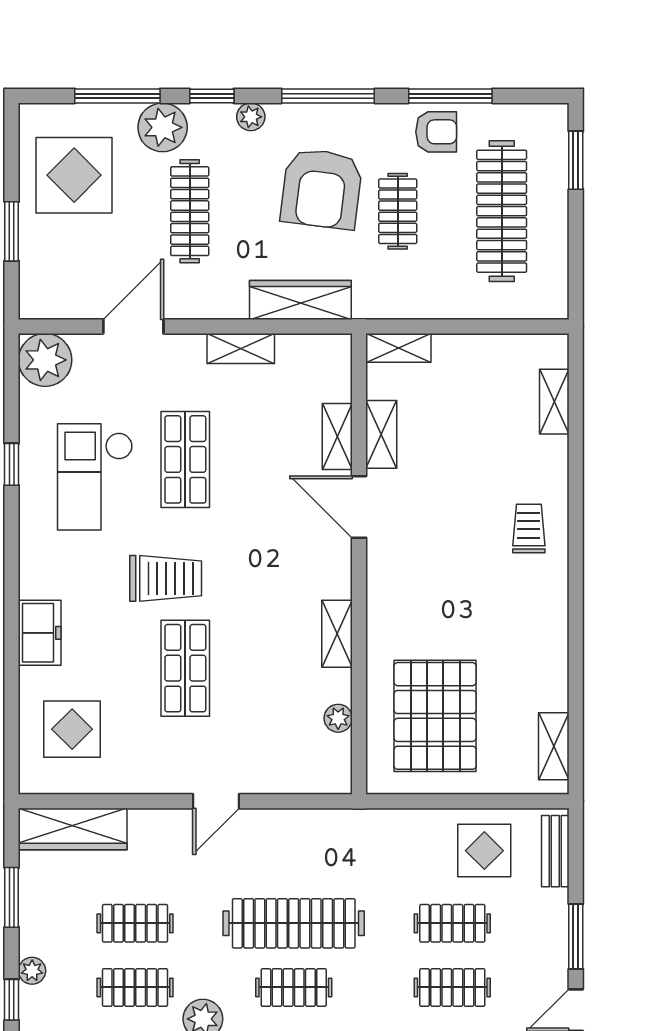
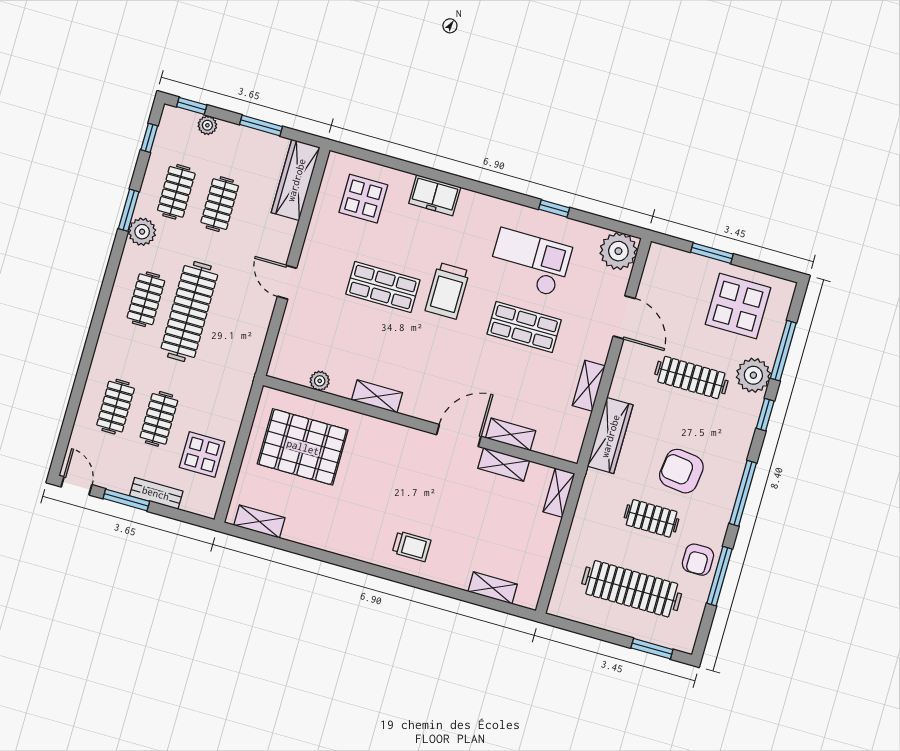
plant: (251, 117) -> (744, 437), removed
armchair: (322, 189) -> (681, 471), width x0.73, depth x0.73
bench: (555, 851) -> (156, 493), moved

